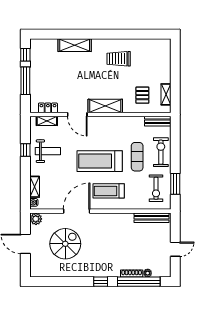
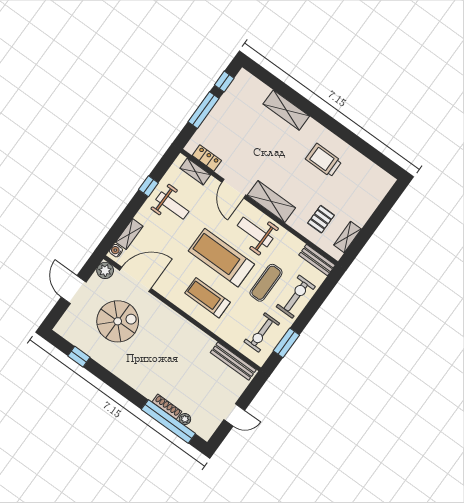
weight bench: (109, 131) -> (255, 232), added
door: (77, 211) -> (135, 279), moved
window: (101, 282) -> (79, 357), moved

